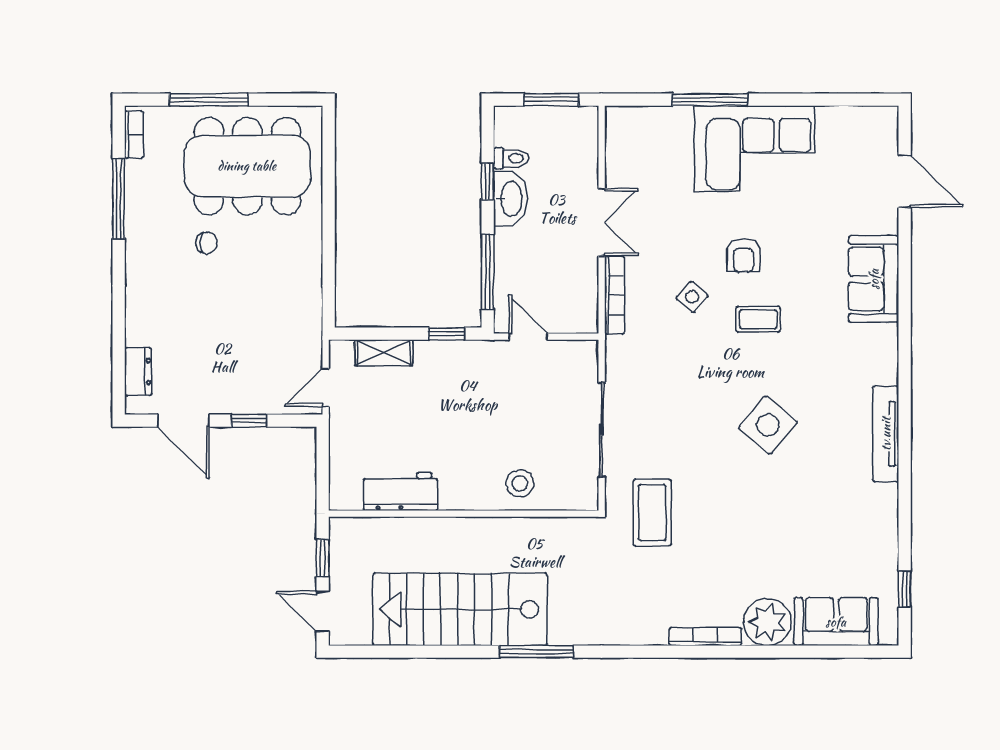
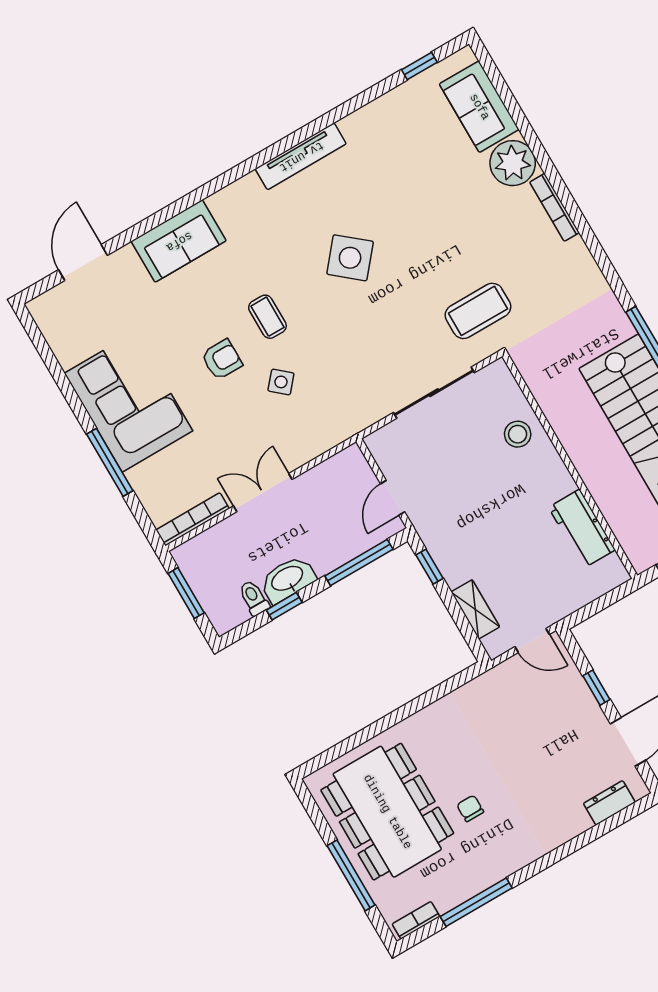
bookcase: (615, 295) -> (193, 519), moved

